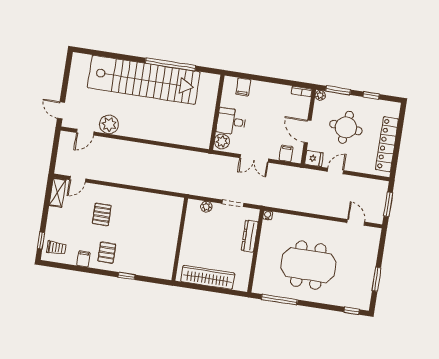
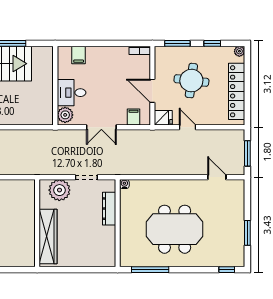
plant: (320, 95) -> (239, 51), moved
door: (335, 171) -> (187, 127), hinge flipped
plant: (206, 207) -> (59, 190), width x1.87, depth x1.87
wardrobe: (208, 277) -> (48, 237), moved, turned 90

